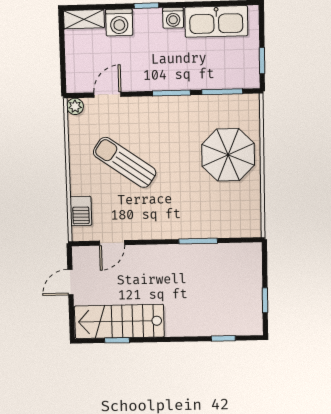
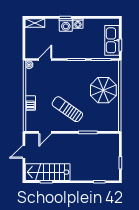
kitchen sink: (216, 21) -> (112, 40), moved, turned 90
washing machine: (119, 22) -> (66, 25), moved
sun lounger: (125, 162) -> (67, 109), moved
barbecue: (81, 211) -> (30, 103), moved

